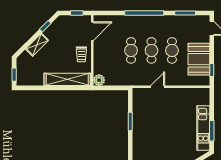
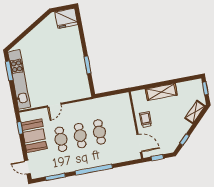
door: (92, 31) -> (139, 143), swing flipped
shelving: (37, 45) -> (195, 112), moved
shelving: (67, 79) -> (161, 92), width x0.68
plant: (99, 80) -> (124, 98), removed
door: (158, 87) -> (54, 105), moved
kitchen unit: (203, 128) -> (19, 79), width x1.36

